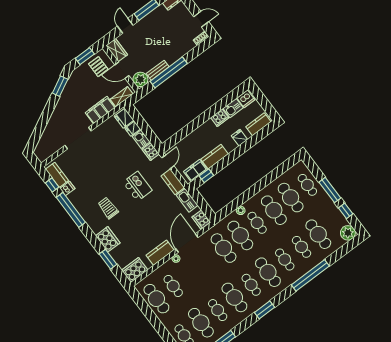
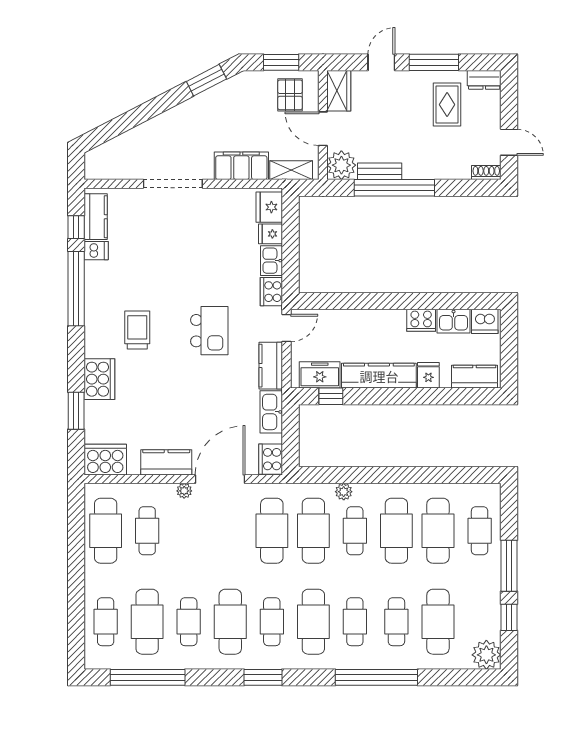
rug: (165, 23) -> (447, 105), added
kitchen counter: (215, 157) -> (379, 376), width x1.50

